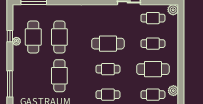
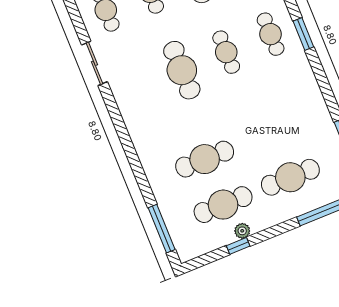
cafe table: (59, 76) -> (290, 177), moved

